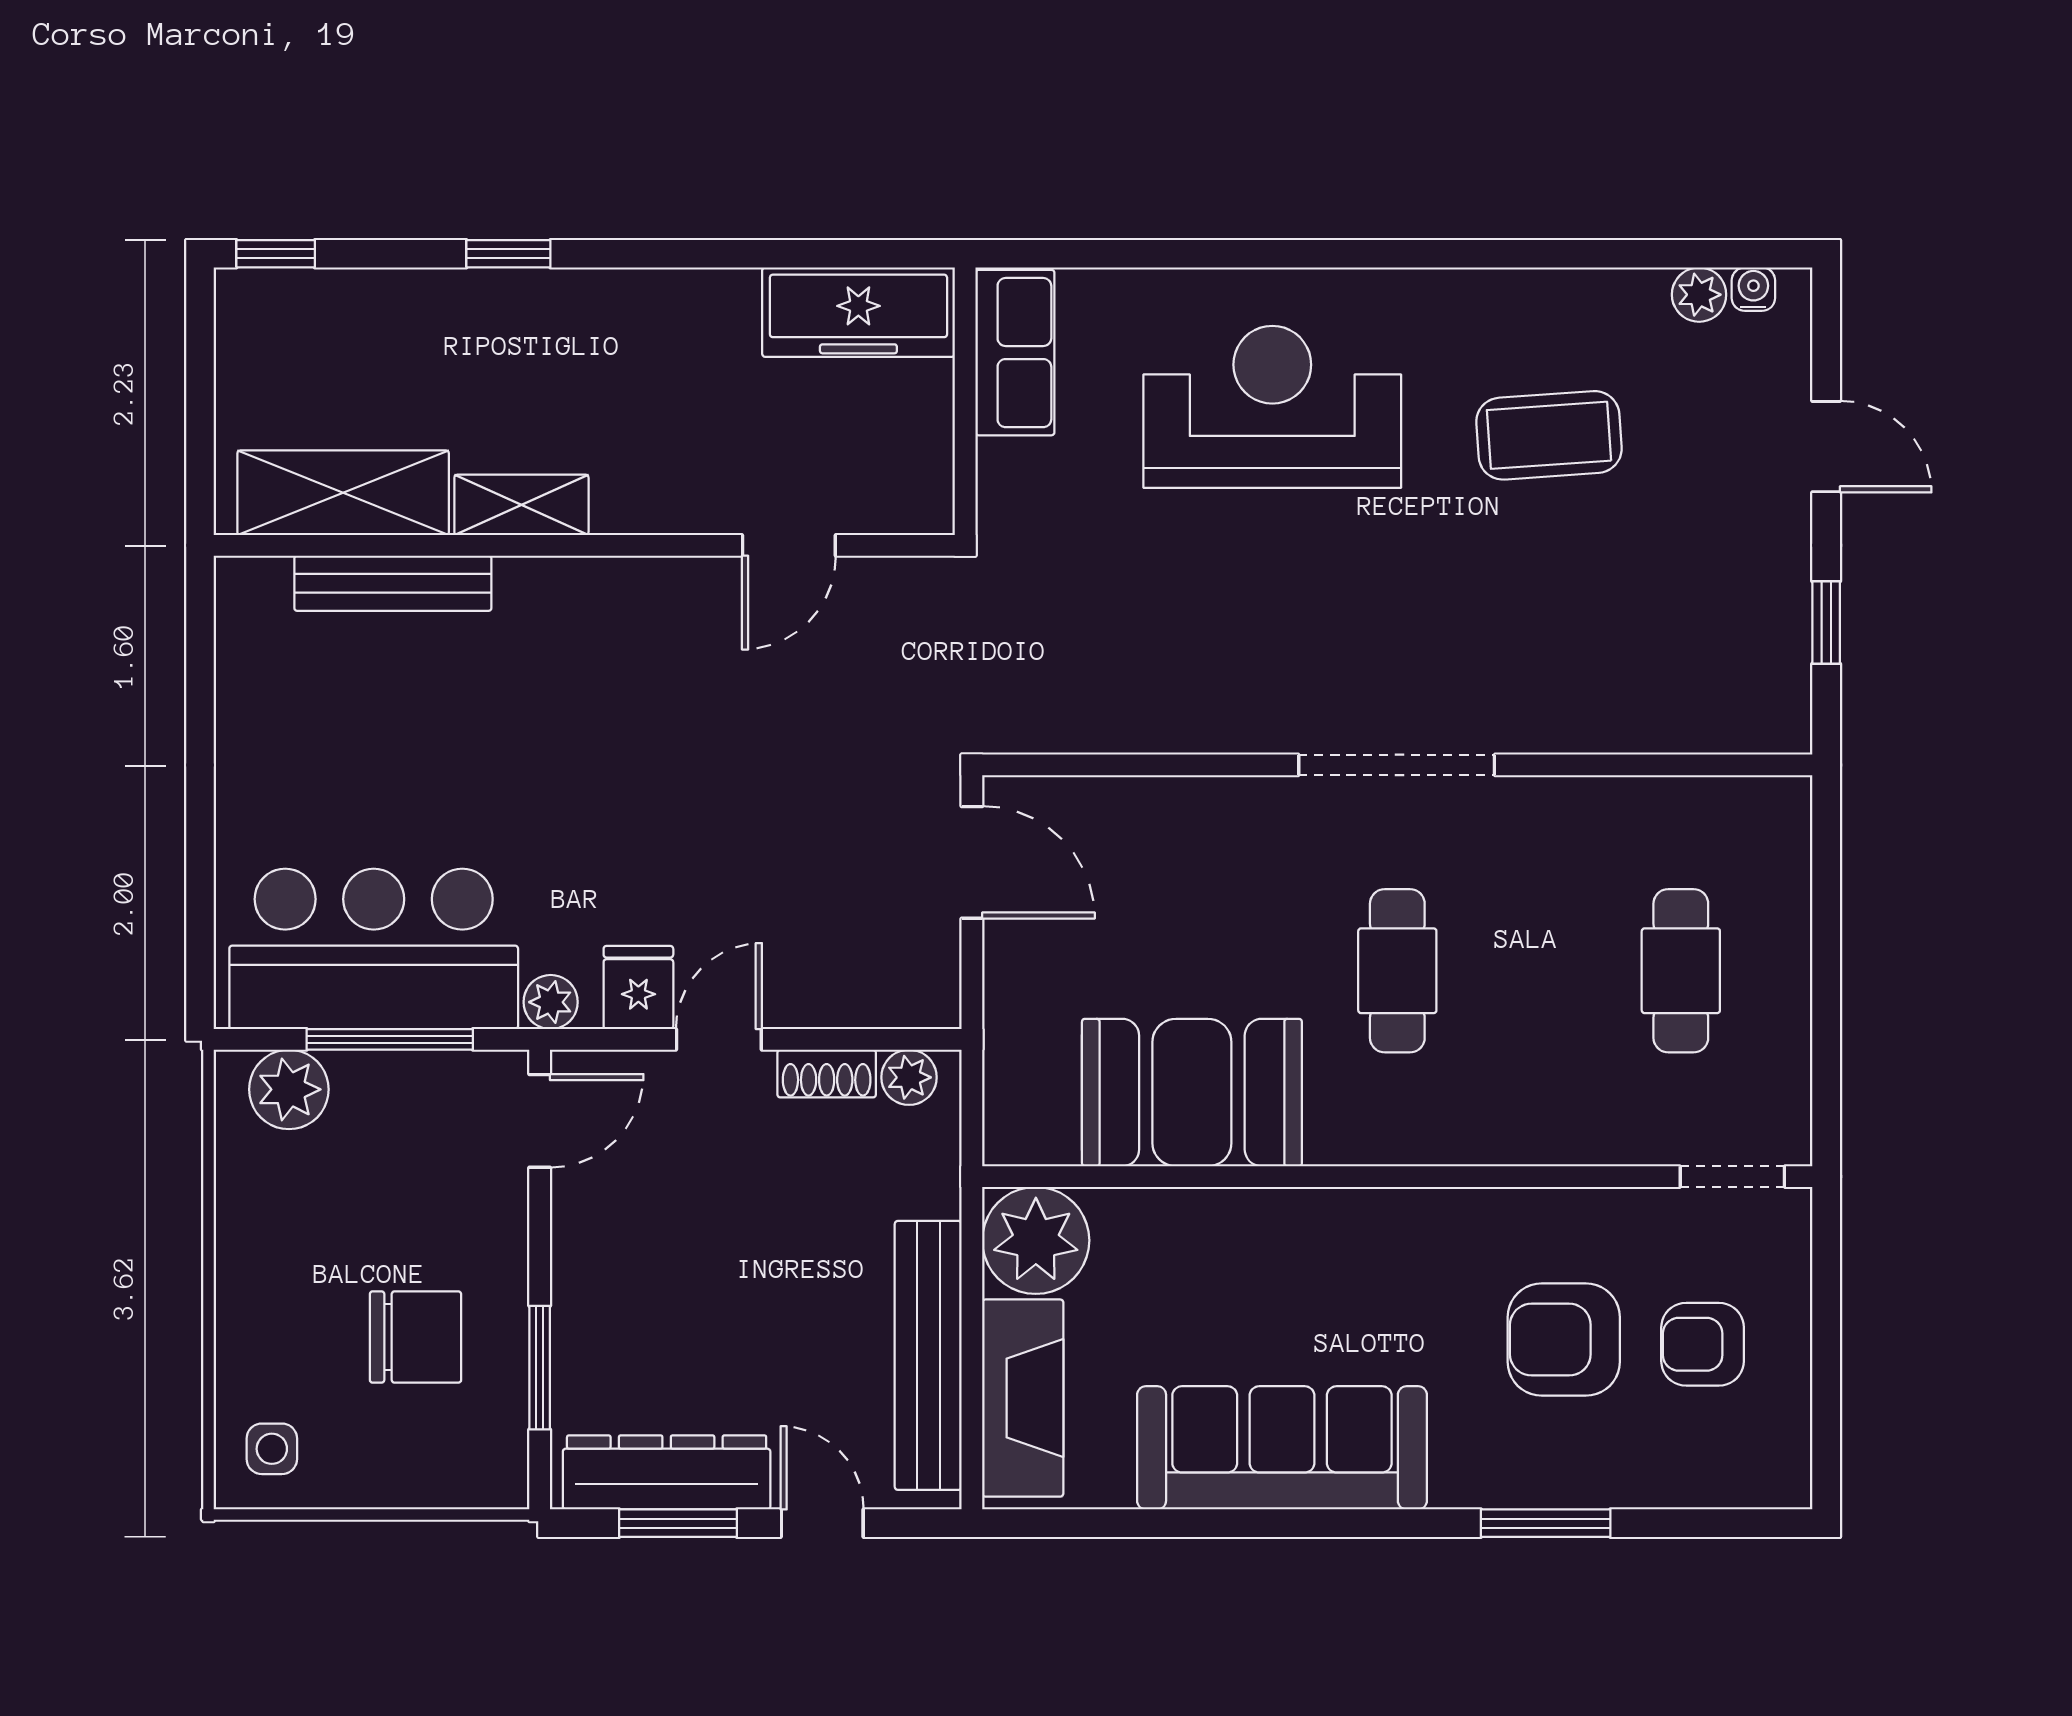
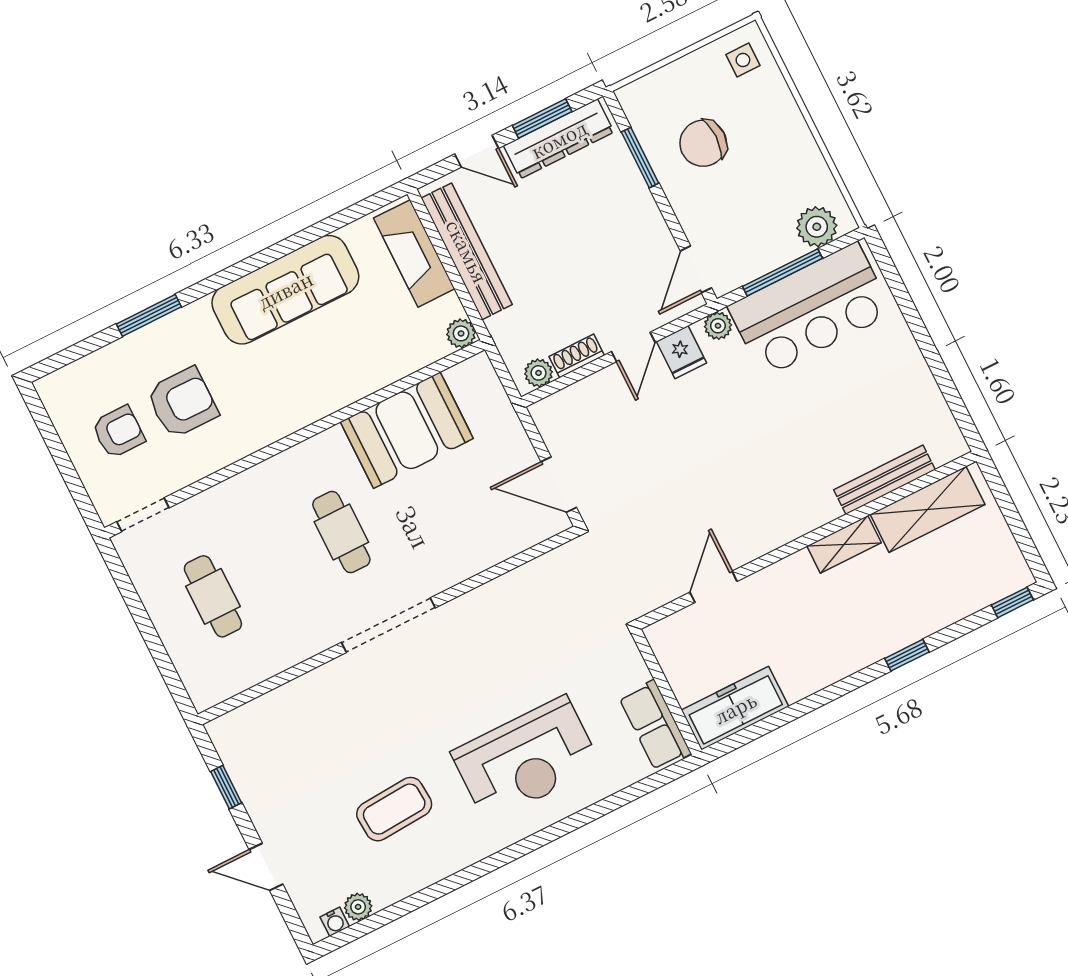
plant: (1036, 1240) -> (461, 333), width x0.53, depth x0.53

